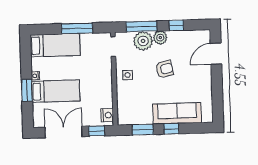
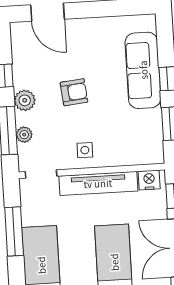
plant: (143, 41) -> (24, 135), width x0.53, depth x0.53
armchair: (165, 69) -> (74, 92), turned 97
tv unit: (106, 83) -> (98, 183), added

